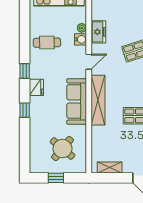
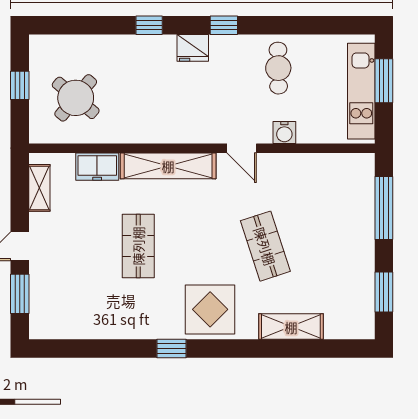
plant: (82, 28) -> (306, 135), removed
freezer: (98, 32) -> (97, 167), moved
sofa: (77, 101) -> (166, 125), removed

